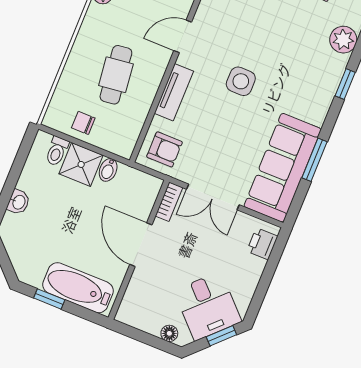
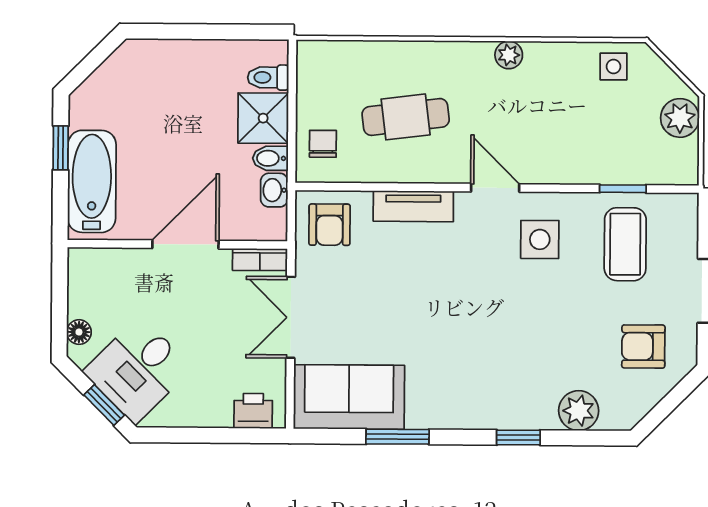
side table: (241, 81) -> (540, 239), moved
chair: (83, 123) -> (323, 144), moved
sofa: (283, 168) -> (349, 397), width x0.73
washbasin: (18, 202) -> (274, 190), moved, turned 90

